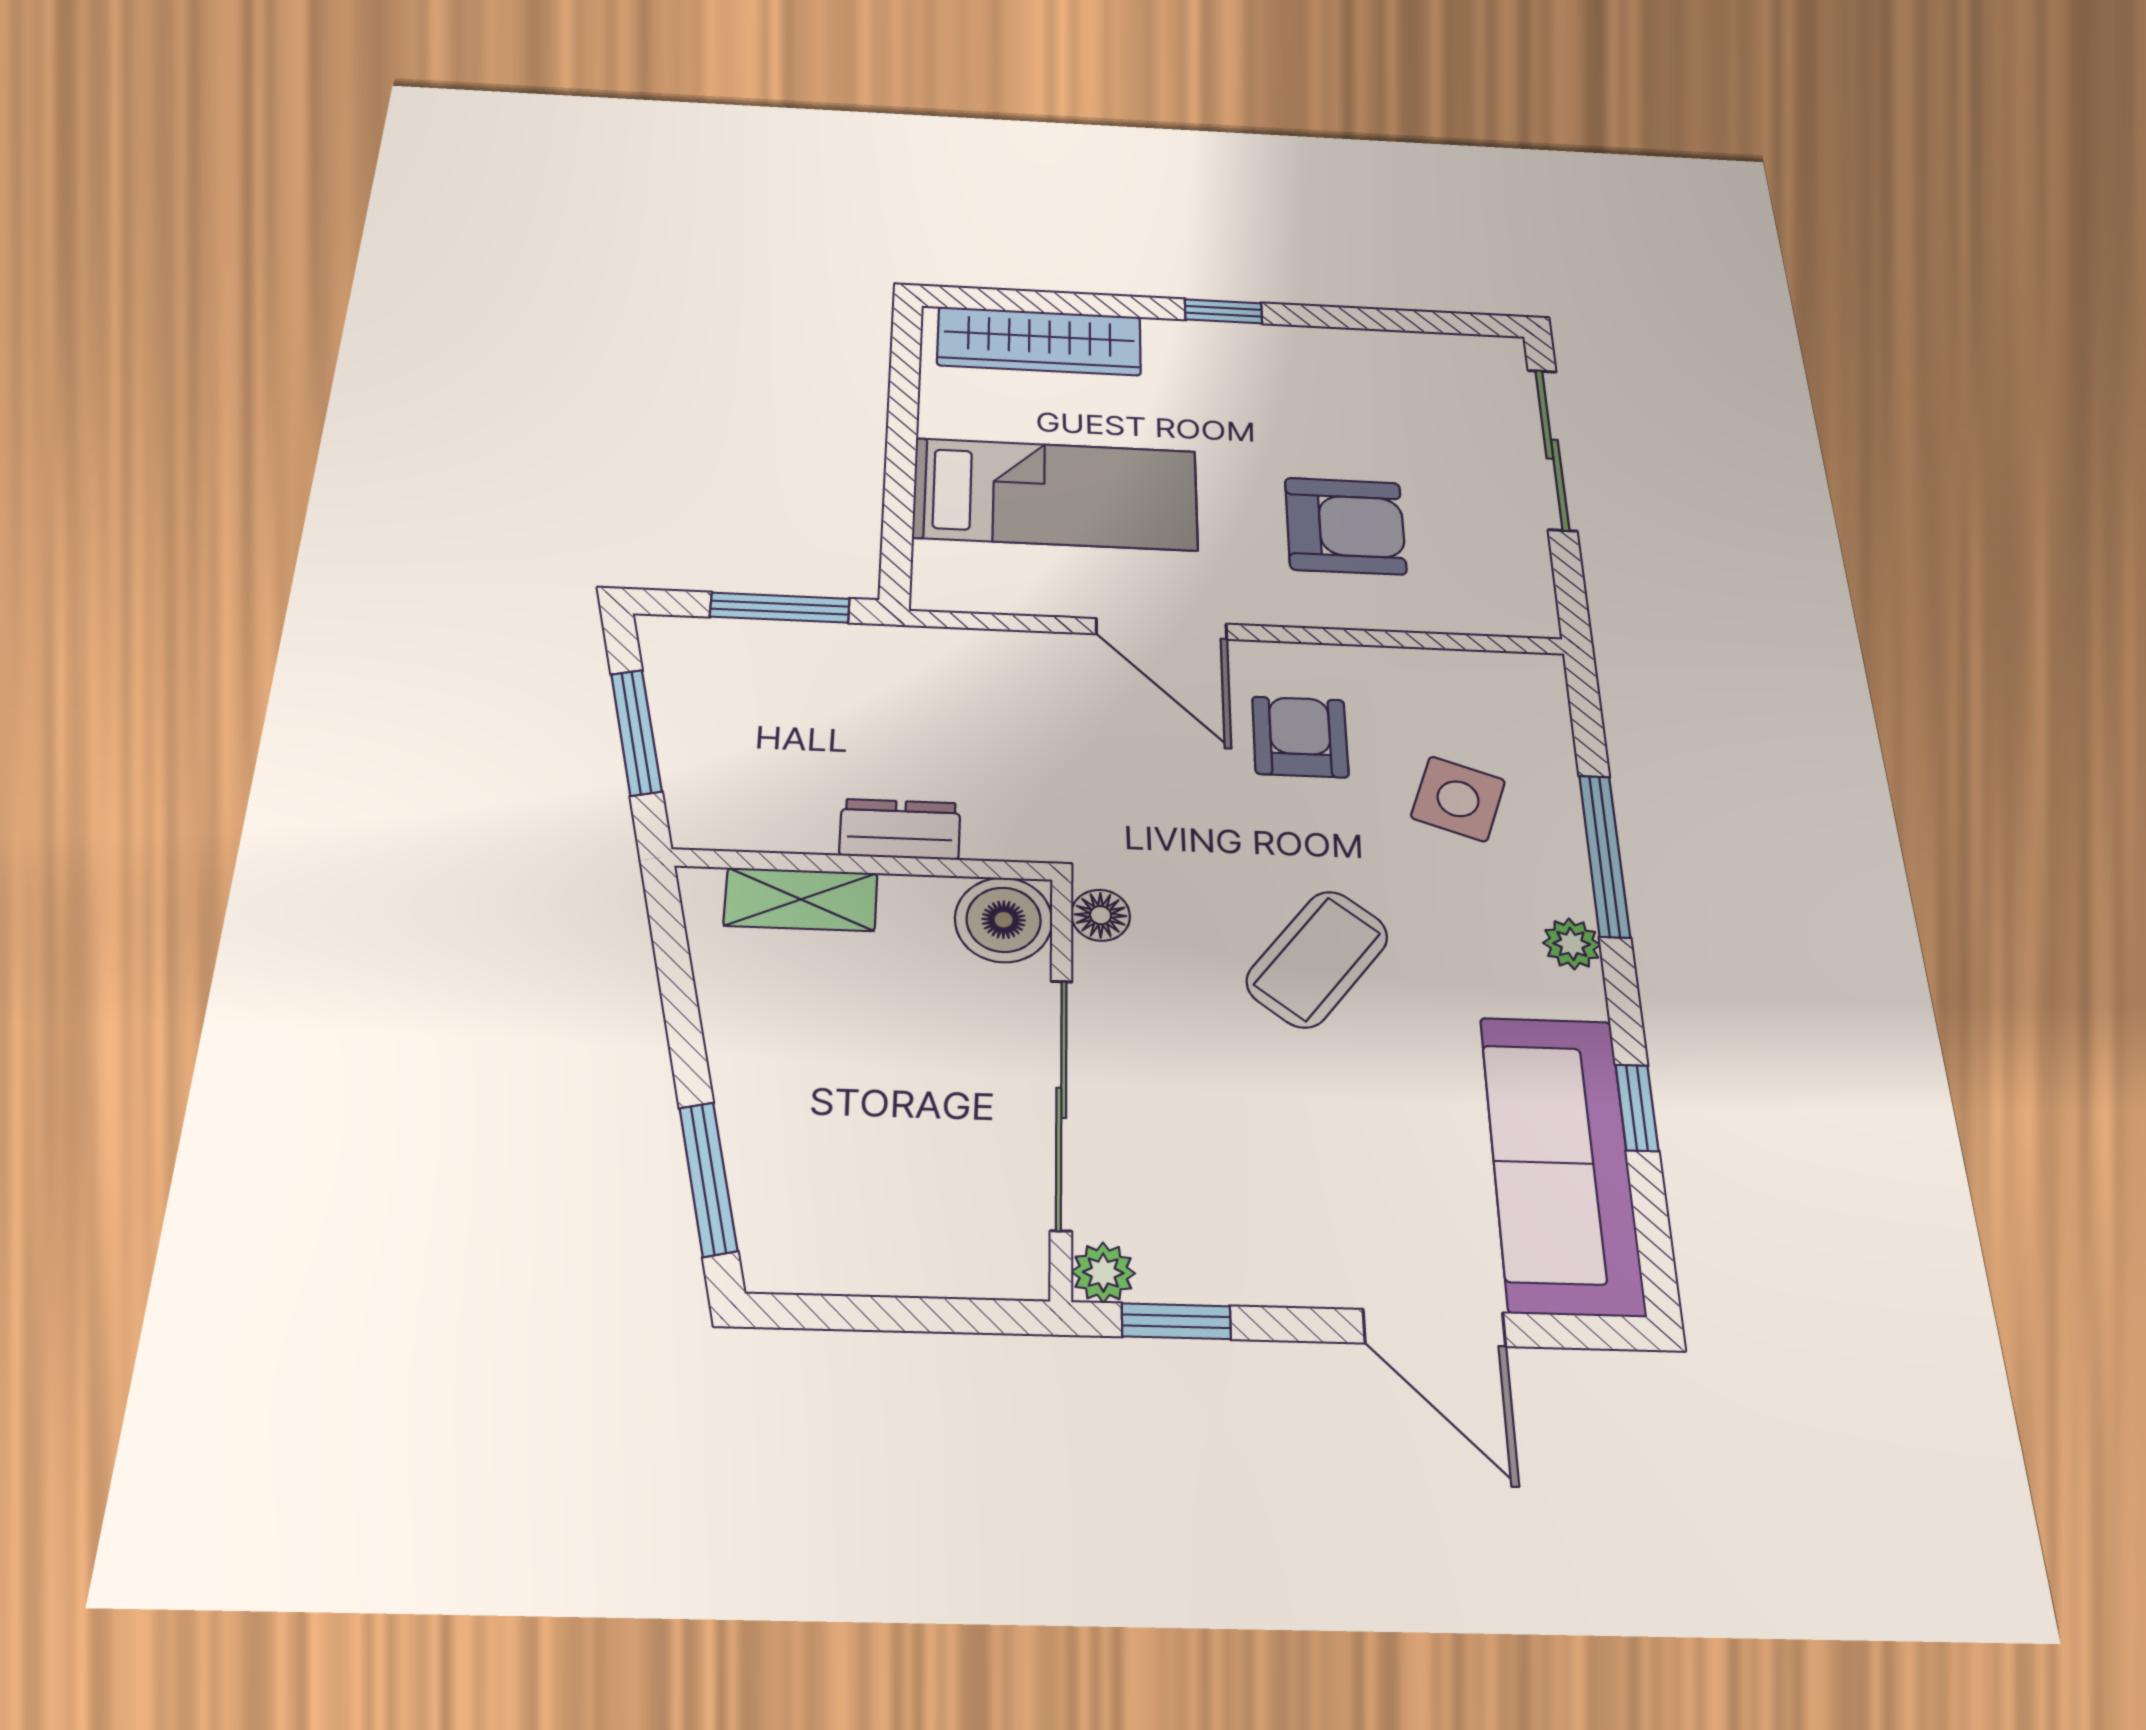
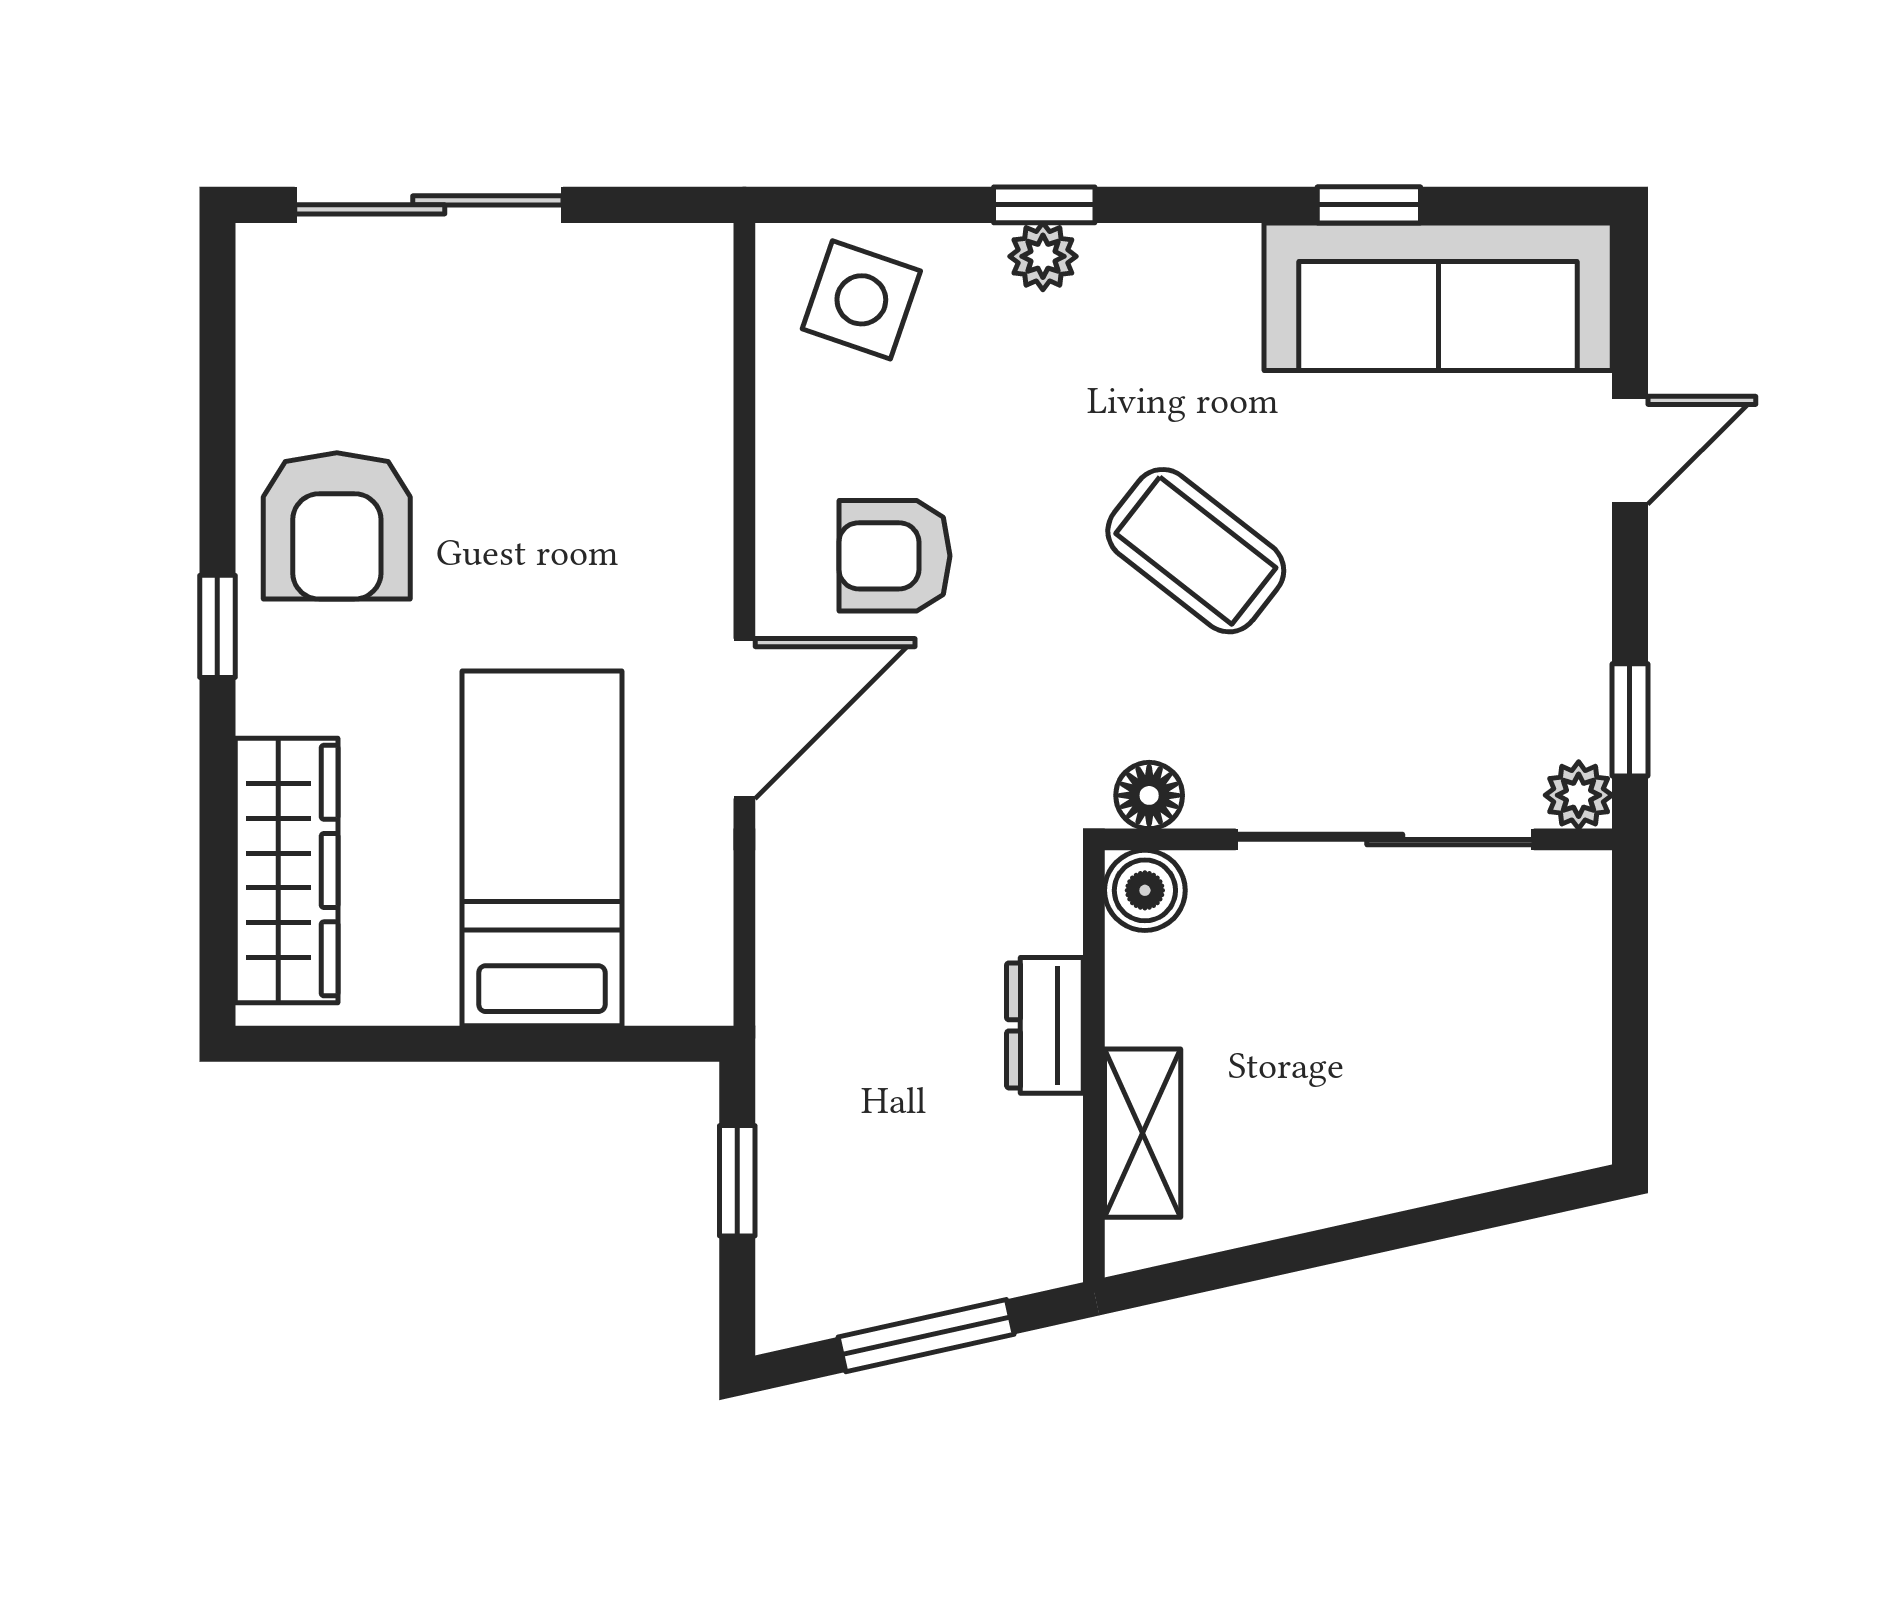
armchair: (1345, 526) -> (337, 526), moved, turned 180
window: (780, 608) -> (737, 1181), width x0.67
side table: (1458, 799) -> (861, 300), moved
window: (1604, 855) -> (1044, 205), width x0.46
boiler: (1004, 920) -> (1145, 890), width x0.73, depth x0.73
plant: (1572, 944) -> (1043, 256), moved
window: (708, 1179) -> (1486, 1211), removed
door: (1434, 1328) -> (1630, 450), width x0.73

